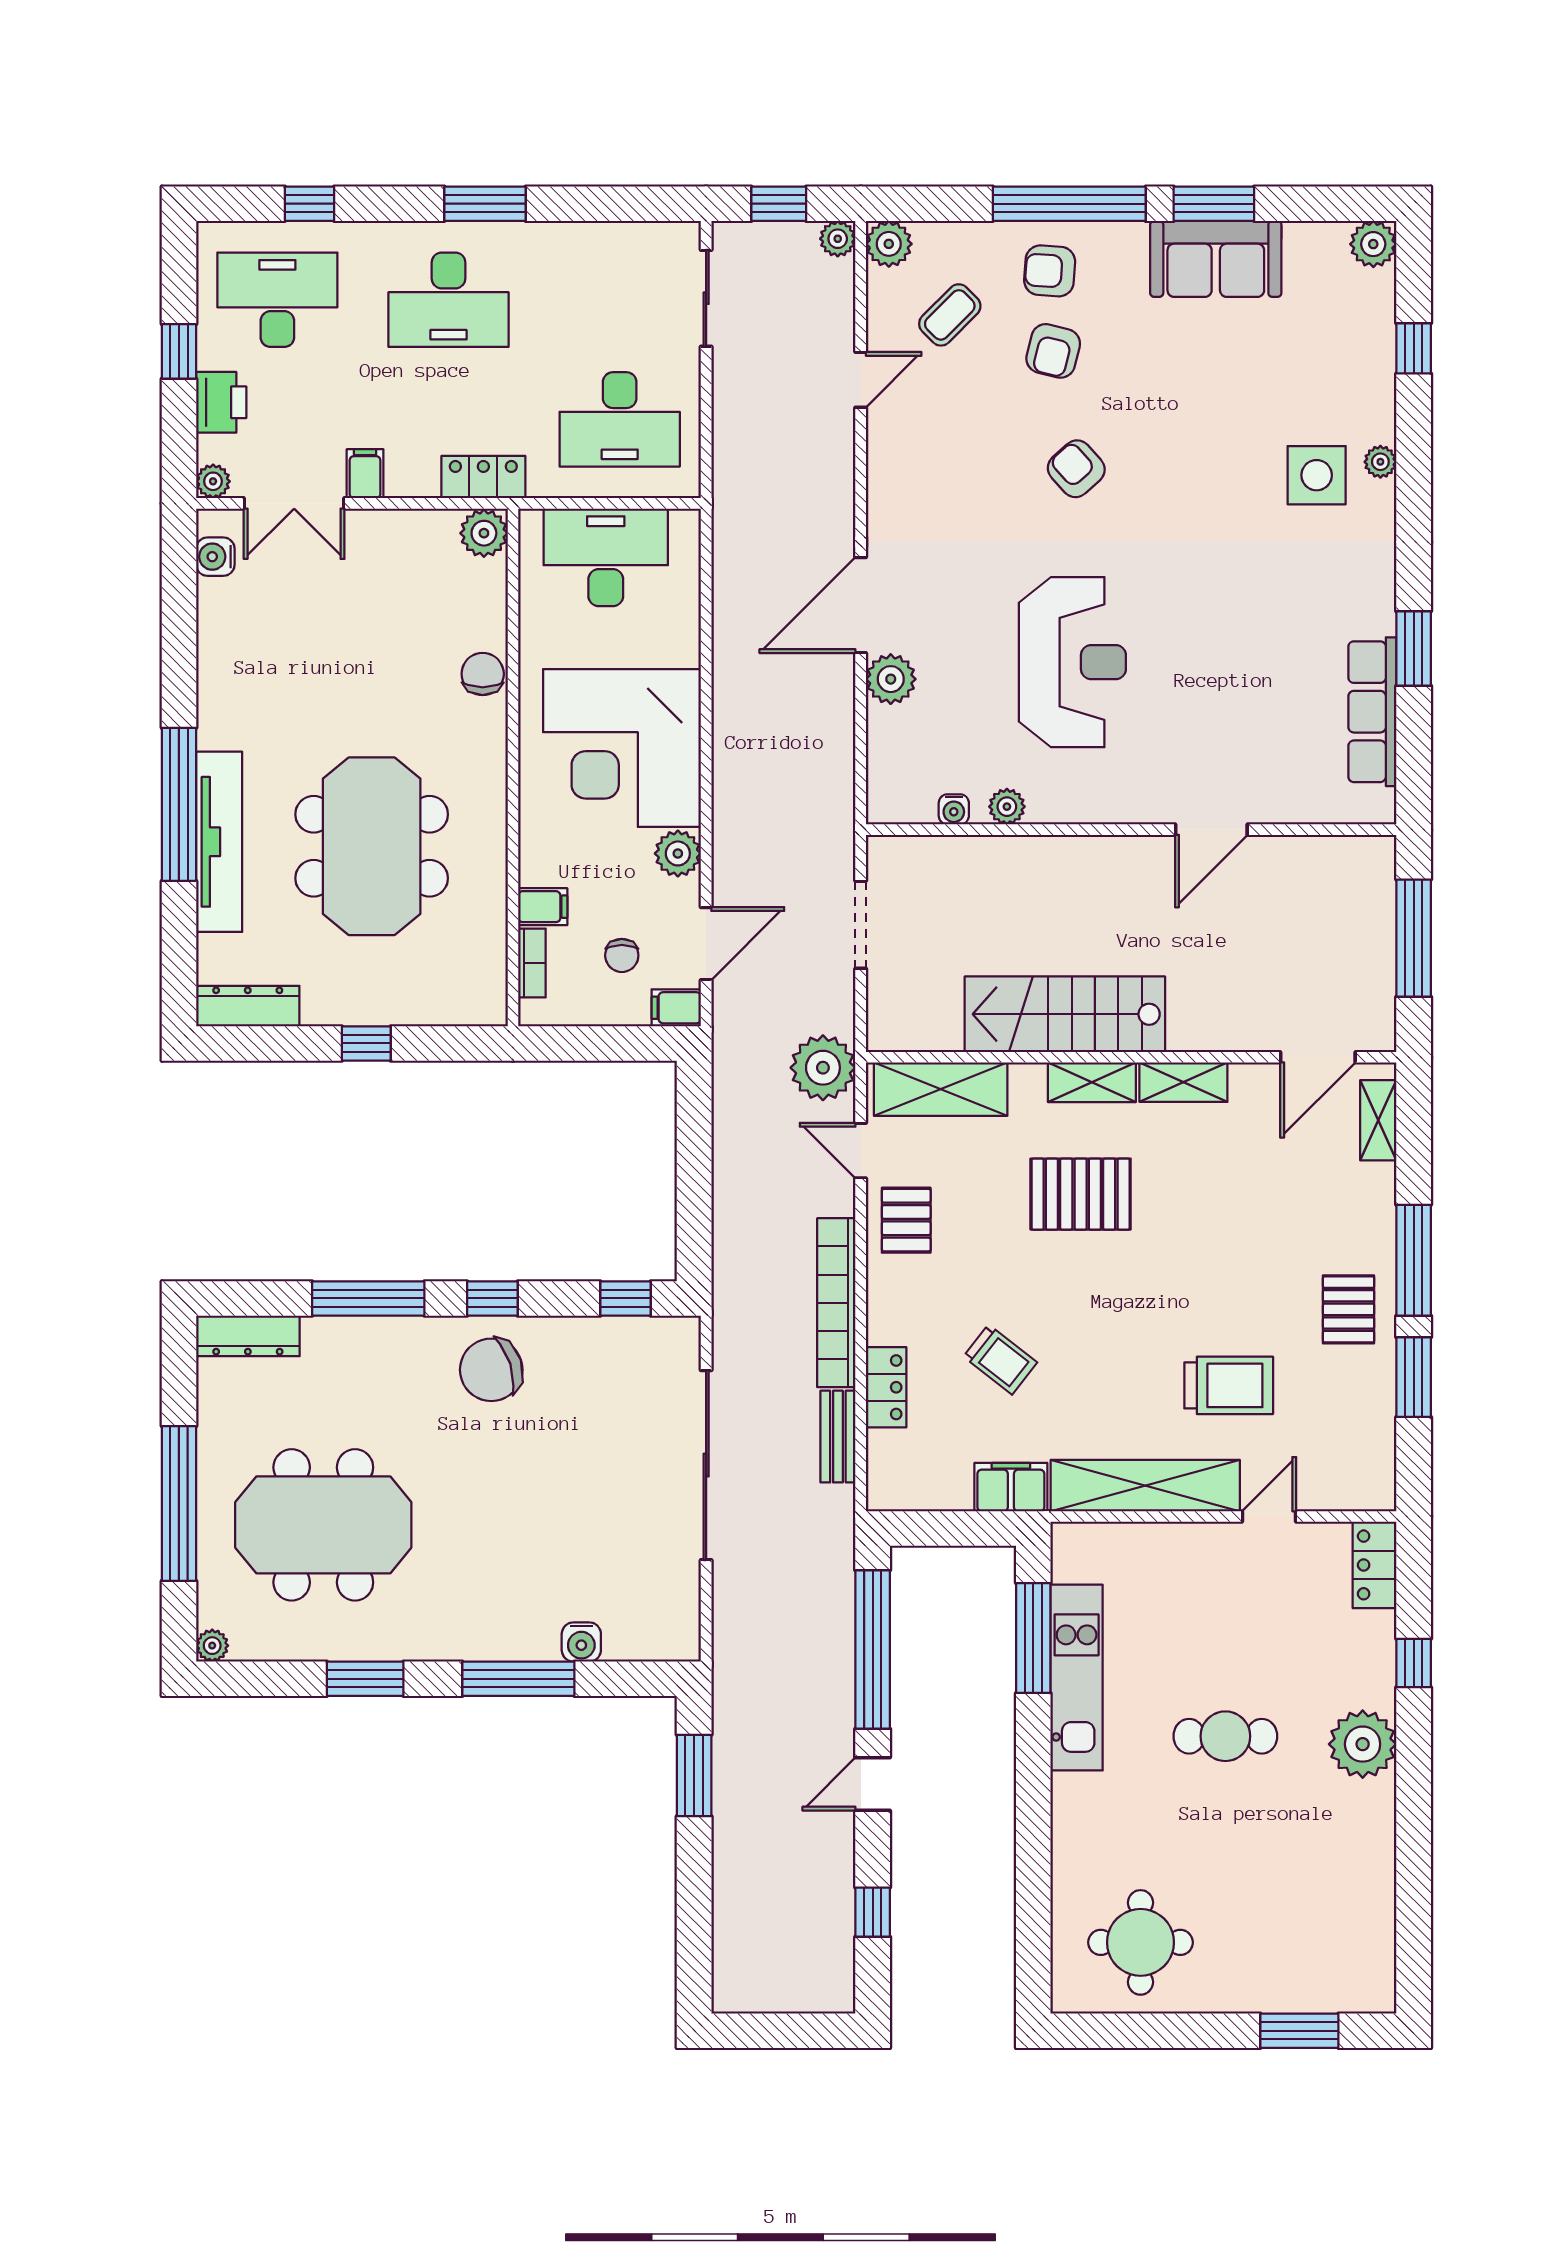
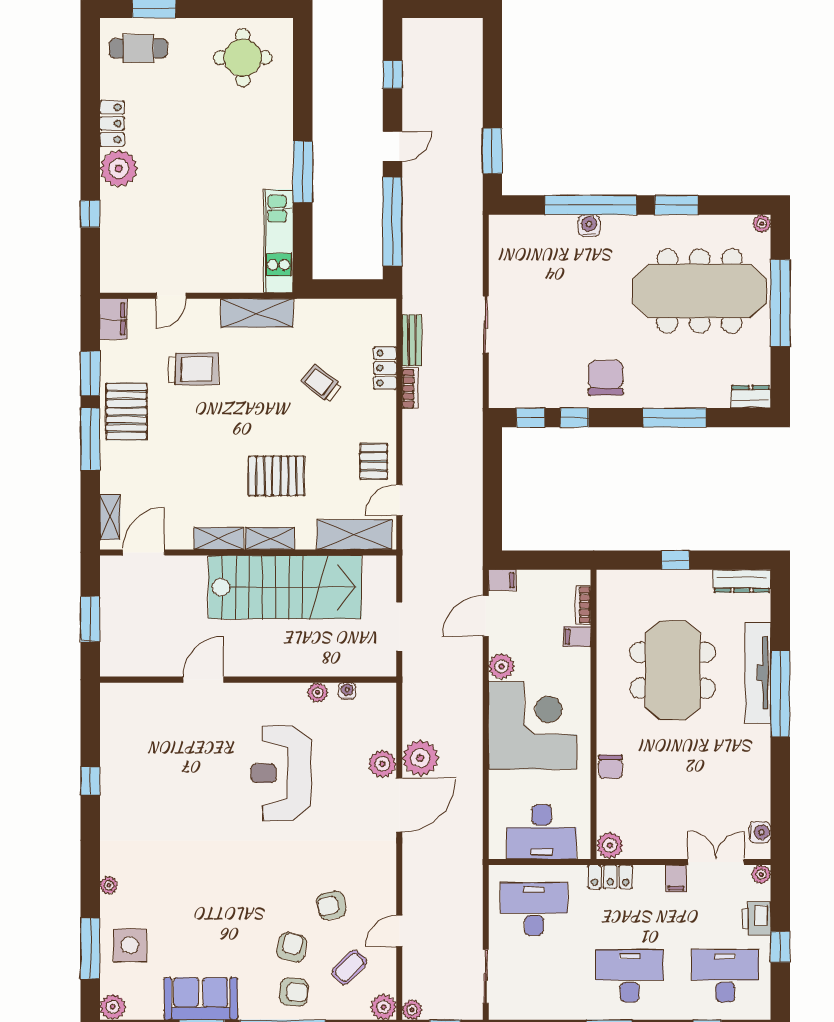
desk: (277, 300) -> (725, 976), turned 180
window: (1414, 348) -> (90, 949), width x2.17
armchair: (1076, 469) -> (331, 905), moved, turned 121
side table: (1317, 475) -> (130, 945), moved
window: (1414, 648) -> (90, 781), width x0.67
row of seats: (1372, 712) -> (113, 746), removed
window: (1414, 938) -> (90, 619), width x0.69
chair: (622, 955) -> (533, 609), removed
stairs: (1065, 1014) -> (285, 587), width x1.36, depth x1.51
plant: (823, 1068) -> (420, 758), moved
door: (861, 1151) -> (399, 500), swing flipped
window: (492, 1298) -> (574, 418), moved
bookcase: (836, 1303) -> (410, 388), width x0.43, depth x0.76
pallet: (1349, 1309) -> (127, 411), width x1.50, depth x1.42
dresser: (248, 1336) -> (751, 397), width x0.70
chair: (491, 1370) -> (606, 378), turned -72
trolley: (1229, 1385) -> (194, 369), turned 180
sliding door: (706, 1465) -> (486, 324), width x0.54
shelving: (1145, 1486) -> (257, 313), width x0.68
filing cabinet: (1011, 1487) -> (113, 319), moved, turned -90
meeting table: (323, 1525) -> (700, 291), width x1.36
locker: (1375, 1565) -> (112, 123), moved
window: (1033, 1638) -> (303, 172), moved
water cooler: (581, 1642) -> (589, 226), moved
kitchen unit: (1077, 1678) -> (279, 241), moved
window: (518, 1679) -> (591, 205), width x1.46
cafe table: (1225, 1736) -> (138, 48), moved

